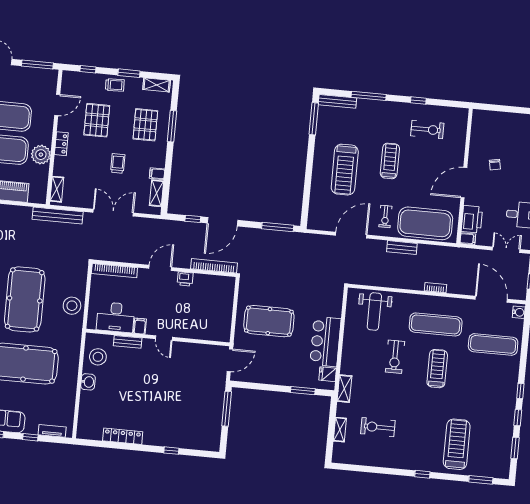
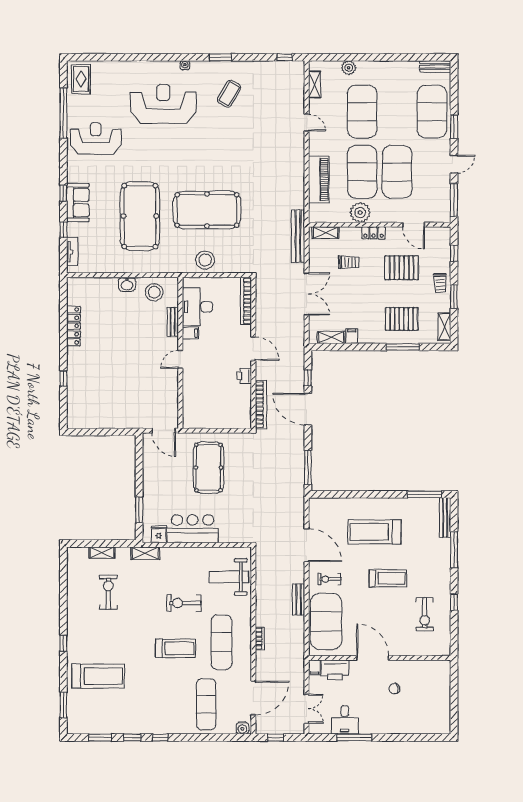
trolley: (118, 163) -> (349, 262), moved
window: (227, 409) -> (113, 432), removed

